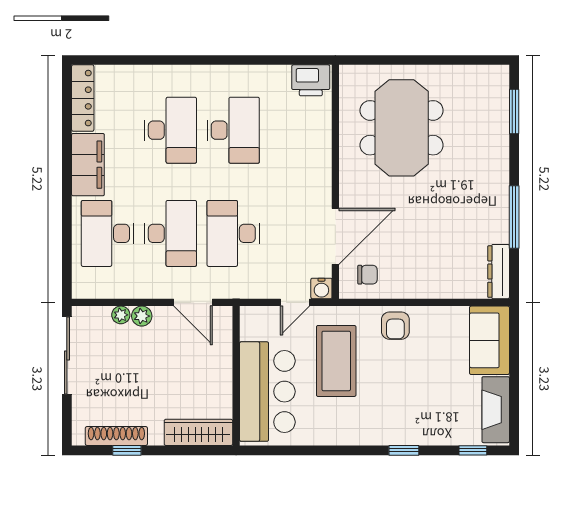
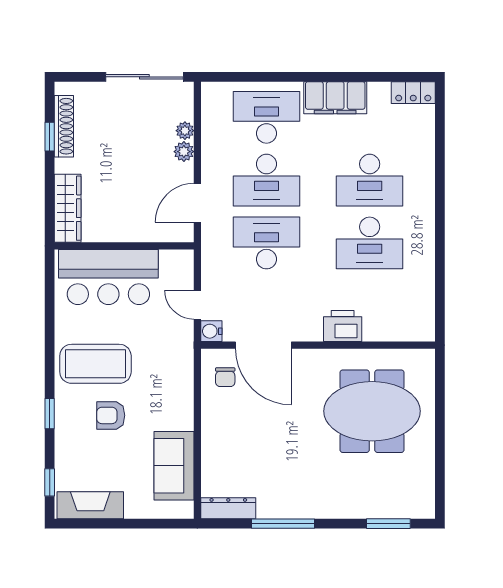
printer: (311, 80) -> (343, 326), moved, turned 90
locker: (83, 98) -> (413, 93), width x0.66
armchair: (395, 326) -> (111, 415), moved
sofa: (489, 340) -> (174, 466), moved, turned -90
coffee table: (336, 361) -> (95, 364), moved

